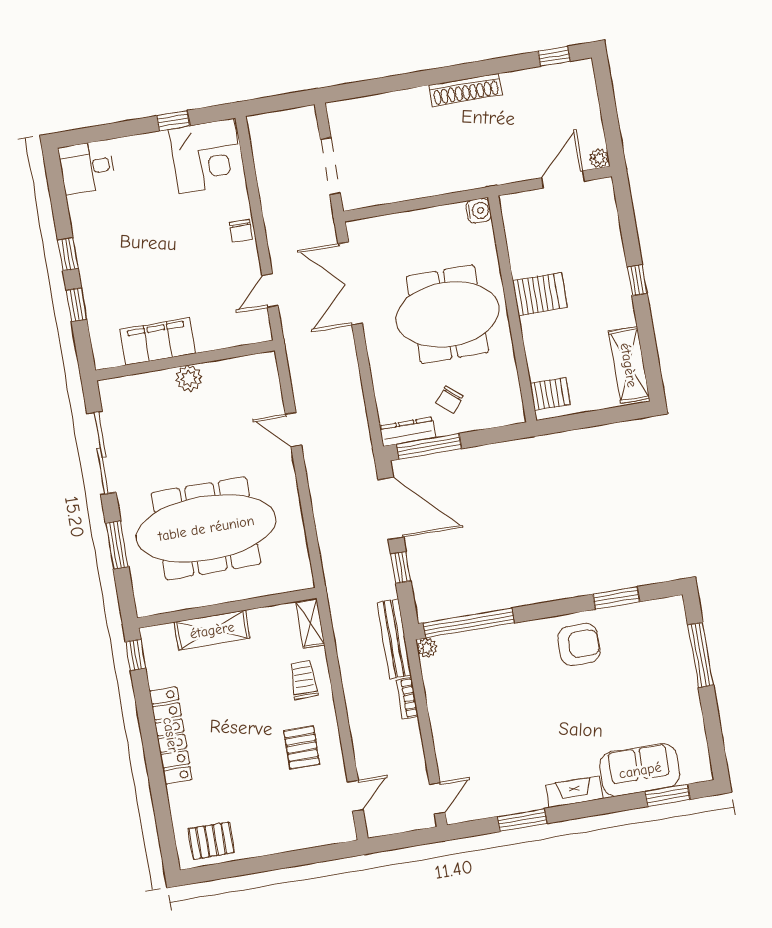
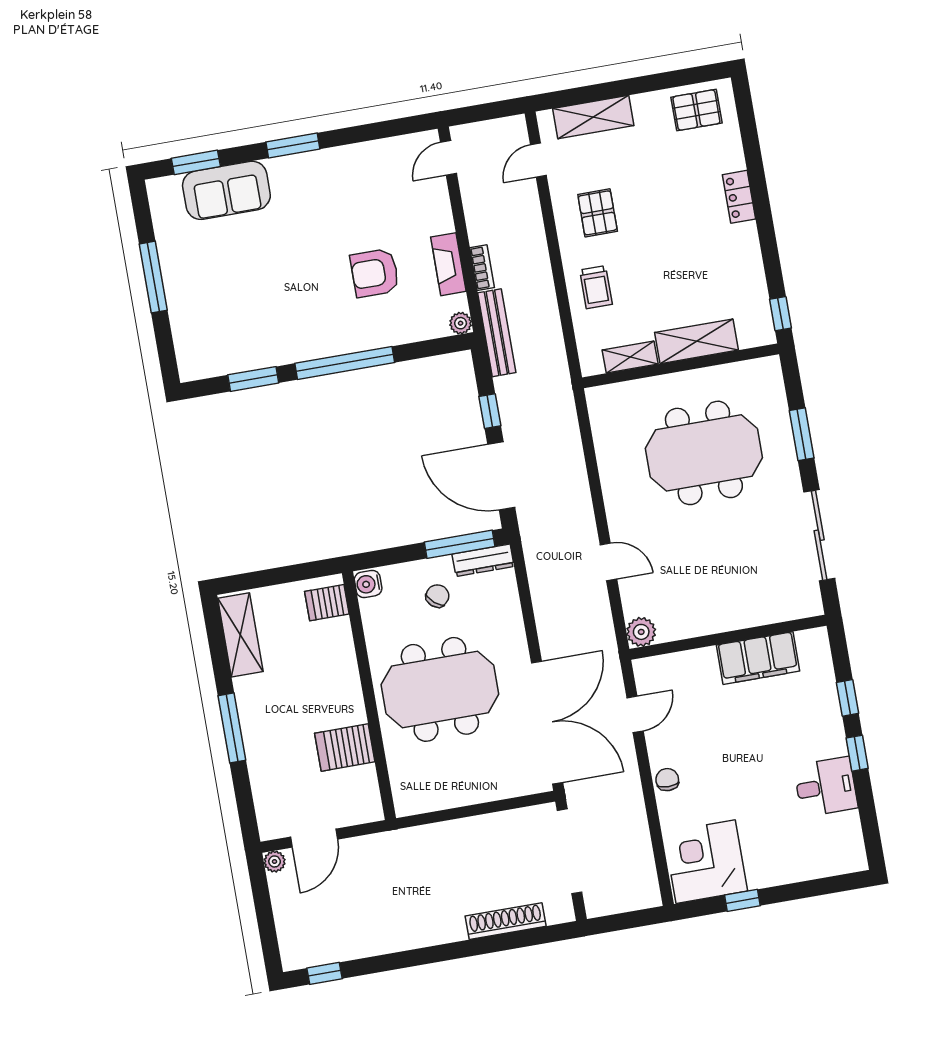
shoe rack: (466, 90) -> (506, 921), moved
doorway: (330, 166) -> (569, 851), width x1.36
desk: (87, 167) -> (826, 787), moved
water cooler: (479, 211) -> (368, 584), moved
window: (637, 280) -> (232, 728), width x2.17
double door: (350, 284) -> (547, 723), width x1.36
server rack: (540, 294) -> (345, 748), moved
plant: (189, 378) -> (641, 632), moved
meeting table: (206, 528) -> (704, 453), width x0.73
shelving: (310, 623) -> (630, 357), moved, turned 90
window: (469, 623) -> (345, 363), moved
armchair: (579, 644) -> (375, 273), moved
window: (701, 655) -> (153, 277), moved
locker: (171, 735) -> (739, 197), width x0.46, depth x0.83
fireplace: (574, 792) -> (448, 264), moved, turned 90
window: (522, 820) -> (293, 145), moved
shelving: (305, 835) -> (593, 117), added

